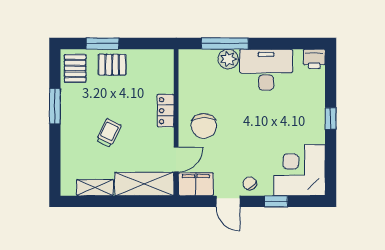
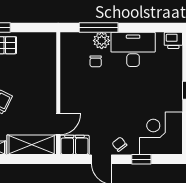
locker: (166, 111) -> (49, 84), removed
chair: (204, 126) -> (96, 61), moved, width x0.54, depth x0.54

